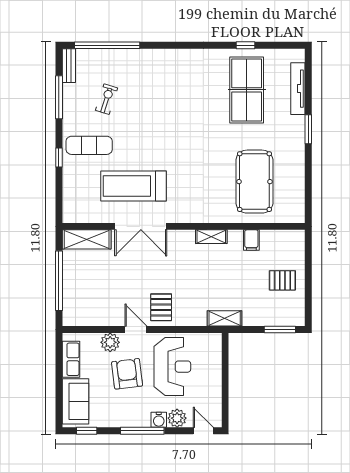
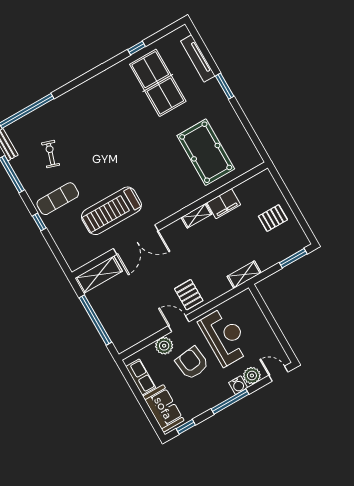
filing cabinet: (251, 240) -> (224, 204), width x2.00

